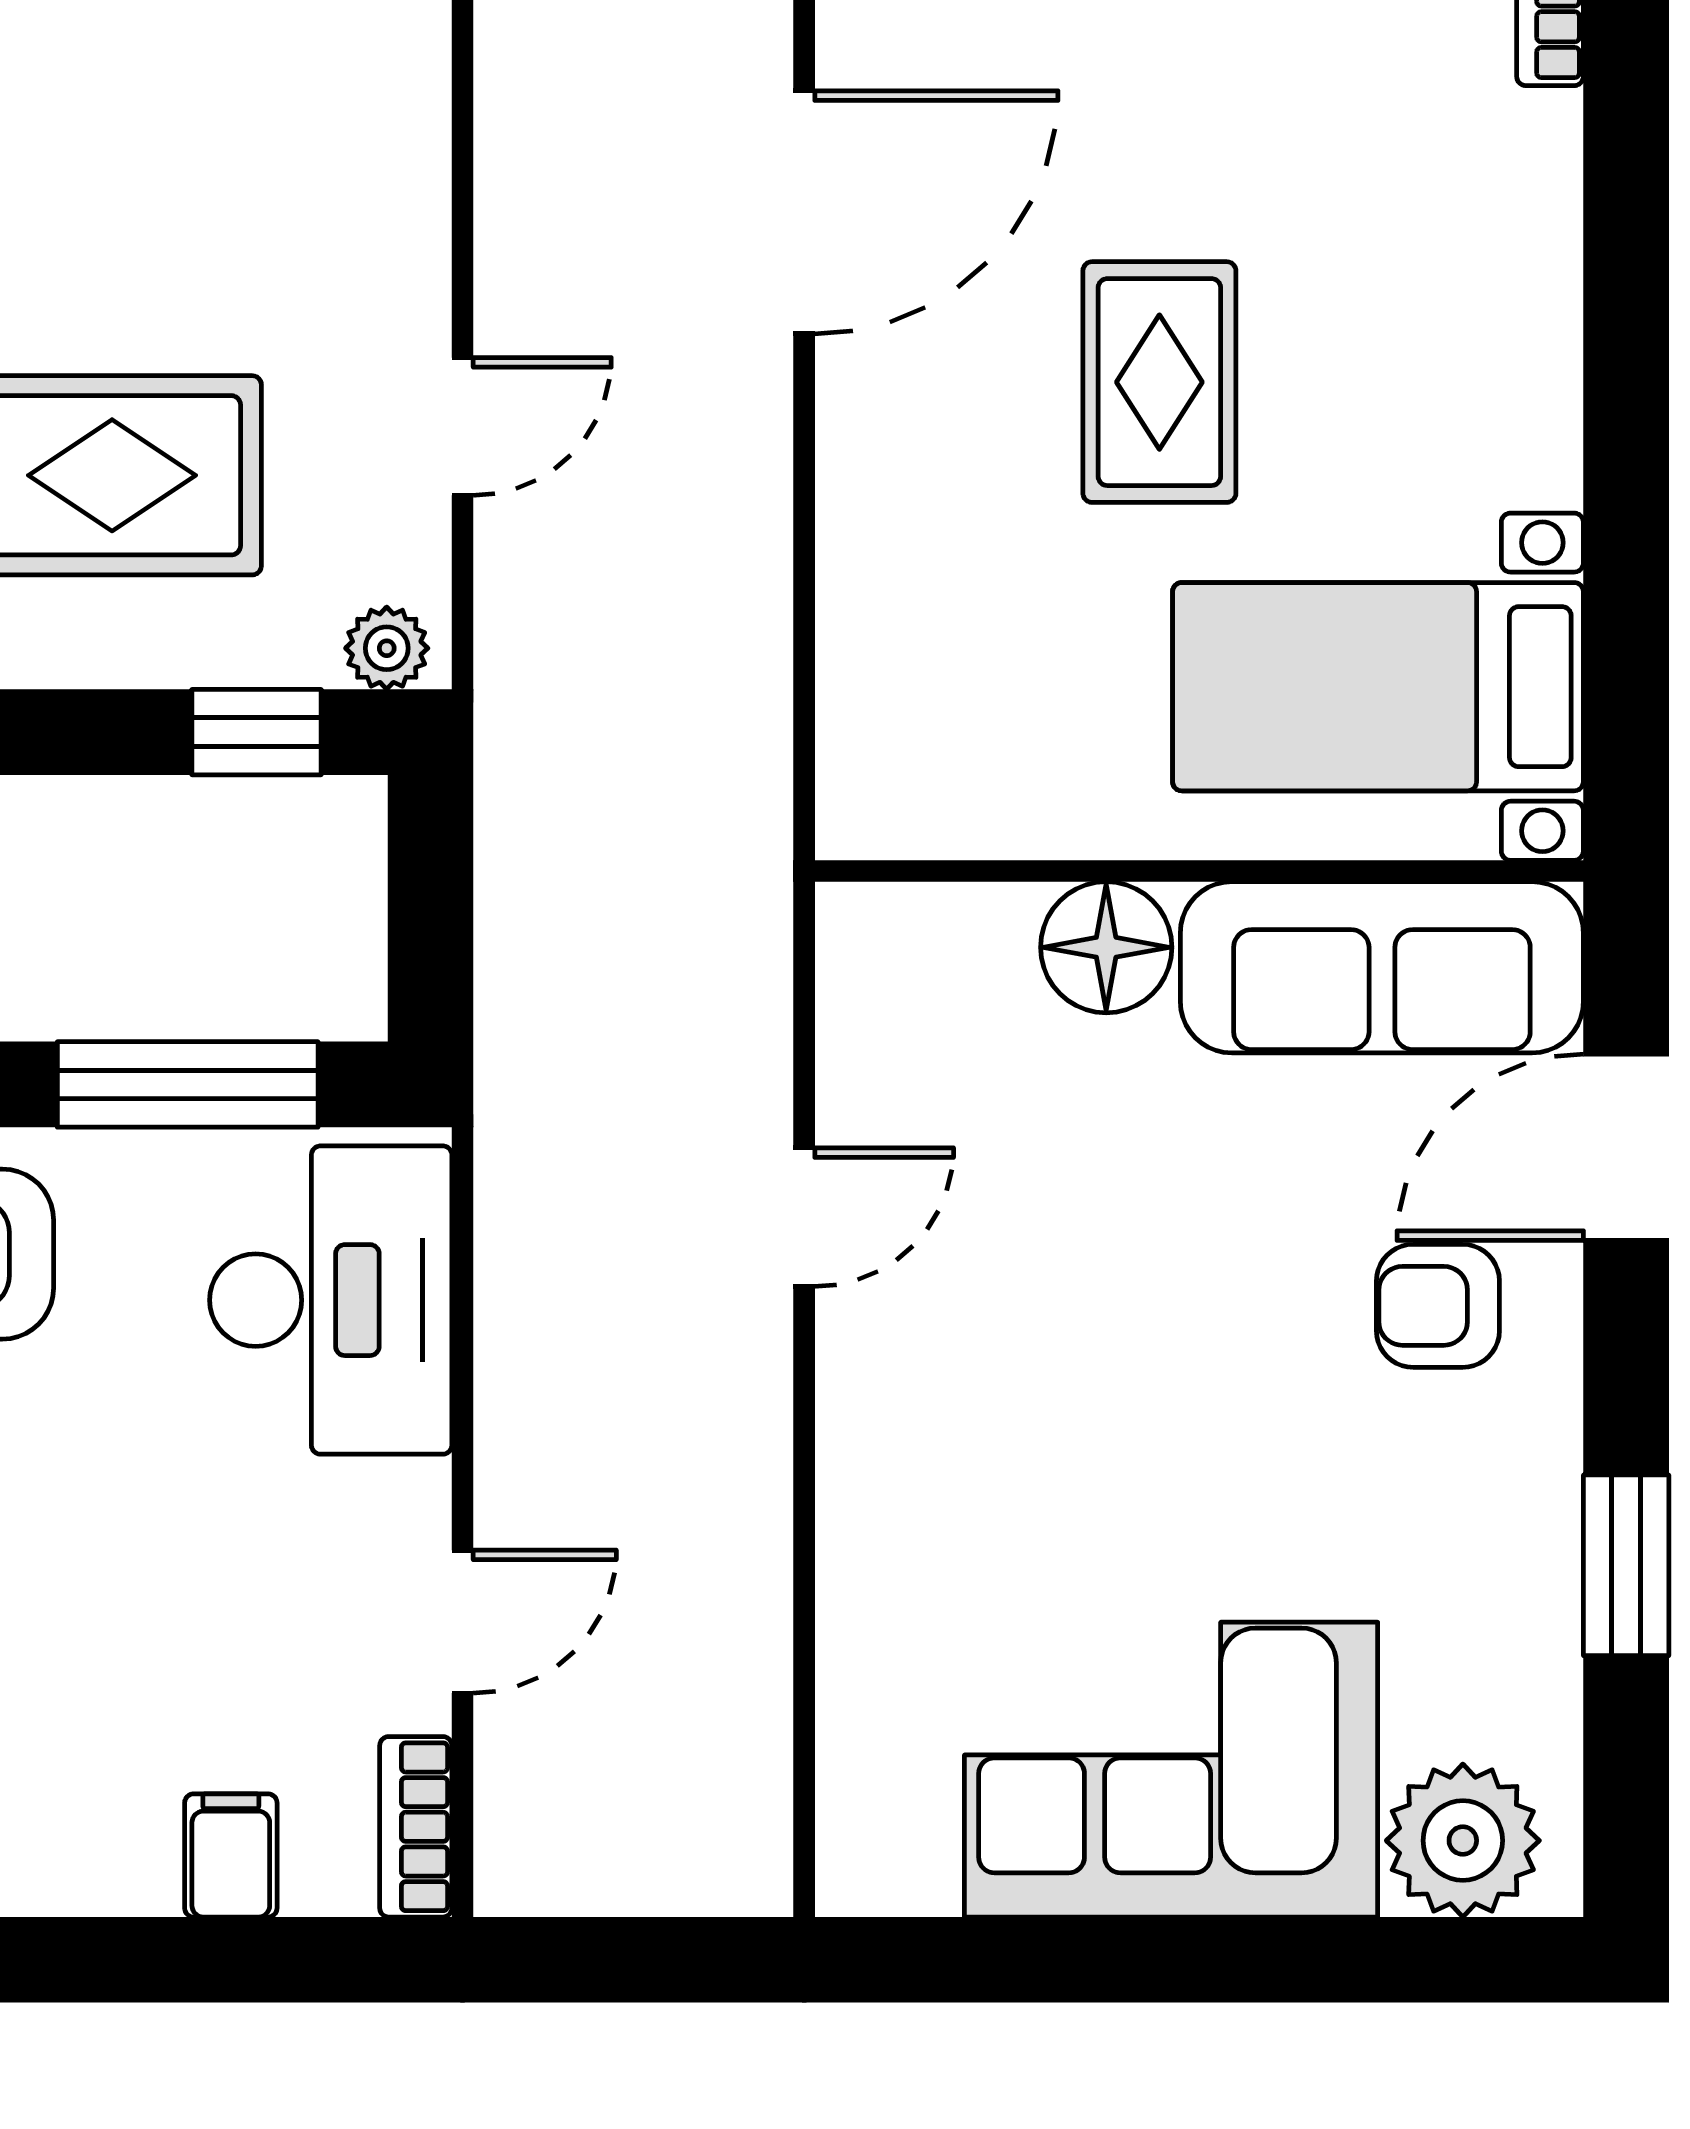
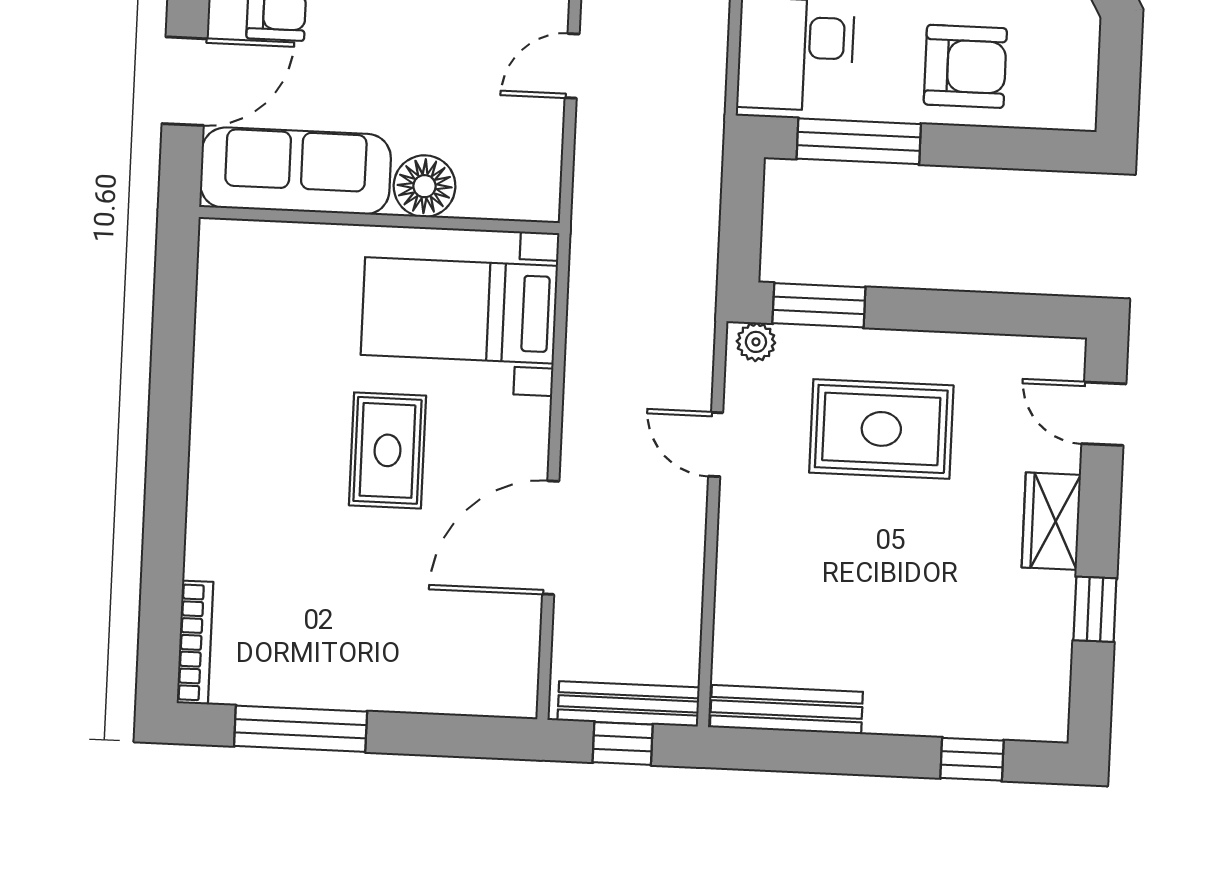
door: (463, 426) -> (716, 444), hinge flipped
bed with nightstands: (1378, 687) -> (459, 310), moved, turned 180
window: (256, 732) -> (819, 305), width x1.50

